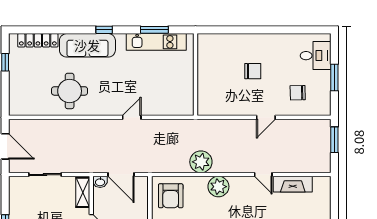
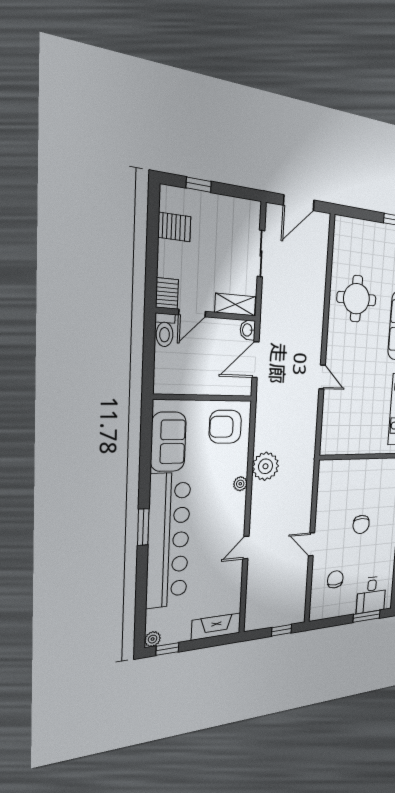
window: (334, 77) -> (367, 616), moved
window: (334, 140) -> (282, 630), width x0.67
fireplace: (293, 184) -> (216, 627), moved, turned 90
plant: (218, 187) -> (240, 484), width x0.53, depth x0.53

